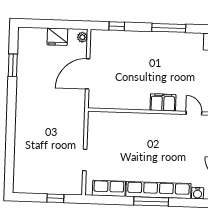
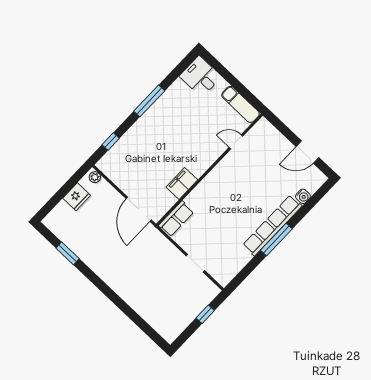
door: (88, 74) -> (139, 209), moved
filing cabinet: (163, 102) -> (182, 183), moved
row of seats: (109, 188) -> (176, 219), moved, turned 180

